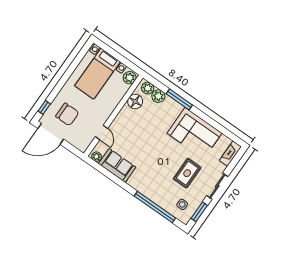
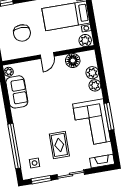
plant: (148, 88) -> (95, 85), moved
window: (179, 99) -> (109, 116), moved
chair: (67, 114) -> (22, 33), moved
door: (102, 133) -> (47, 56), moved
rug: (187, 173) -> (59, 145), turned 90

